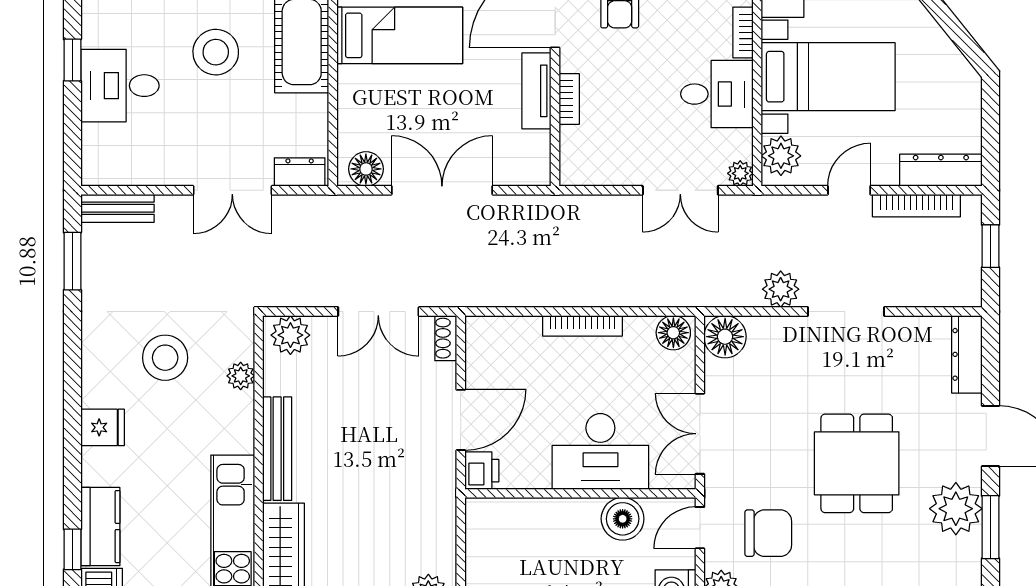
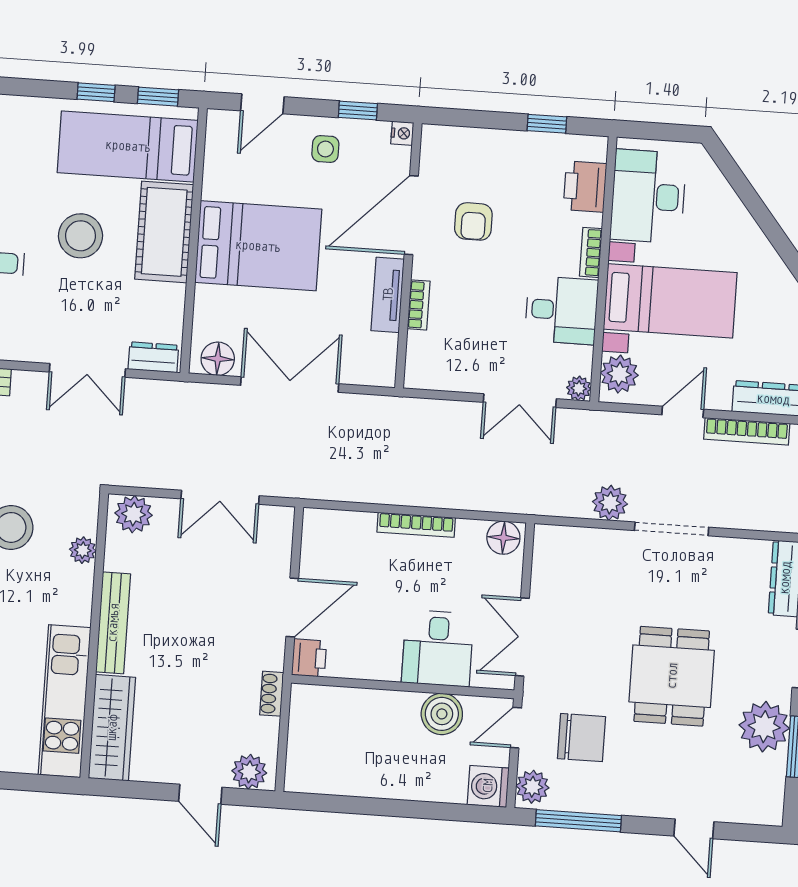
bed: (400, 35) -> (258, 246), width x1.50
floor lamp: (725, 337) -> (553, 545), removed
shoe rack: (446, 338) -> (272, 694), moved
desk: (600, 451) -> (438, 648), width x0.73

